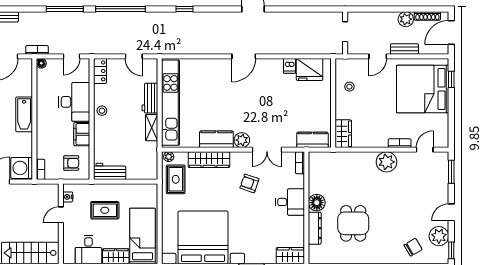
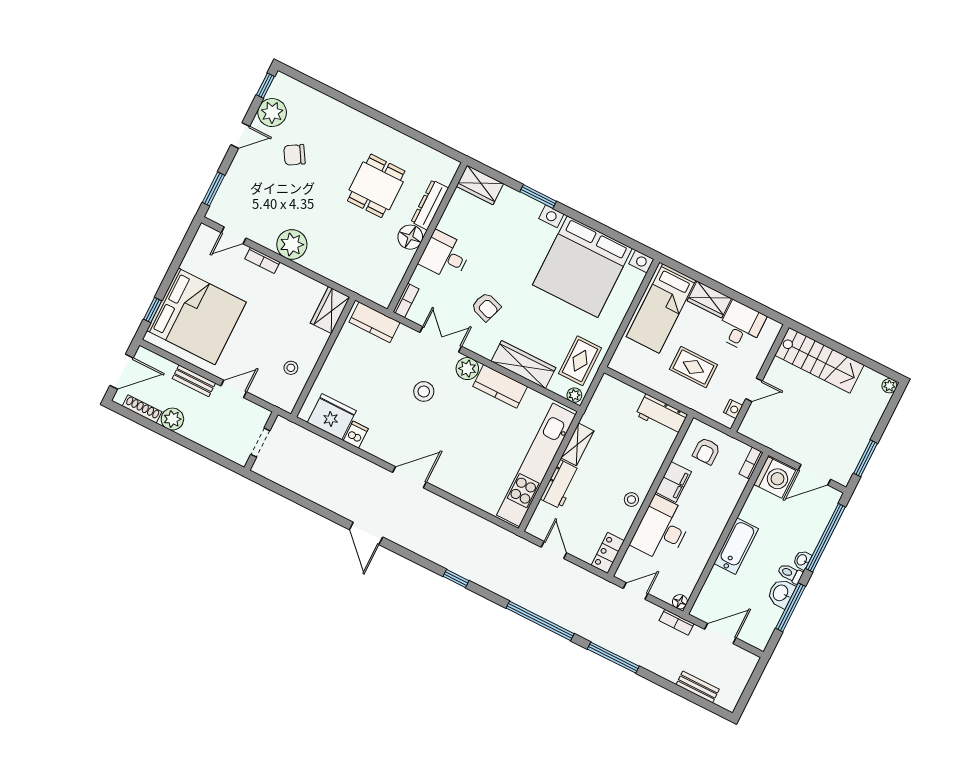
stool: (261, 113) -> (424, 391), added
armchair: (71, 163) -> (706, 451), turned -90
chair: (413, 247) -> (295, 155), moved

